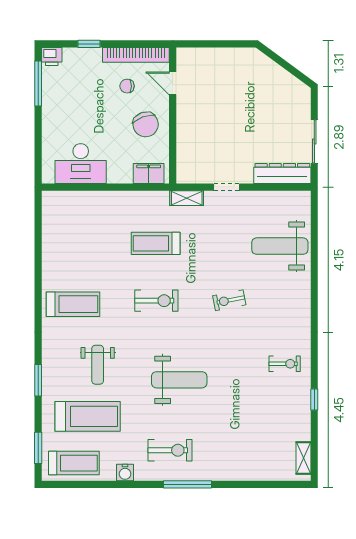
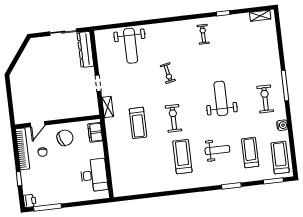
treadmill: (73, 304) -> (182, 157), moved
treadmill: (88, 416) -> (250, 153), width x0.73, depth x0.73

